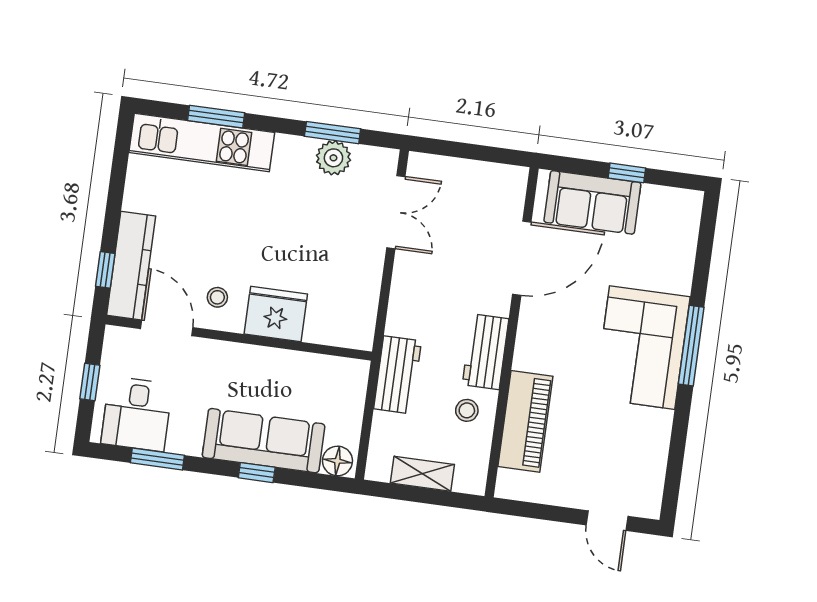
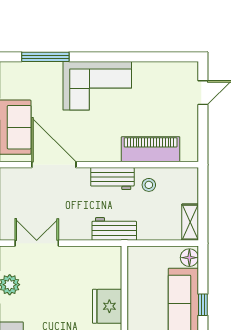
window: (691, 346) -> (45, 57), moved
workbench: (398, 375) -> (114, 229), moved
shelving: (422, 474) -> (190, 222), moved

